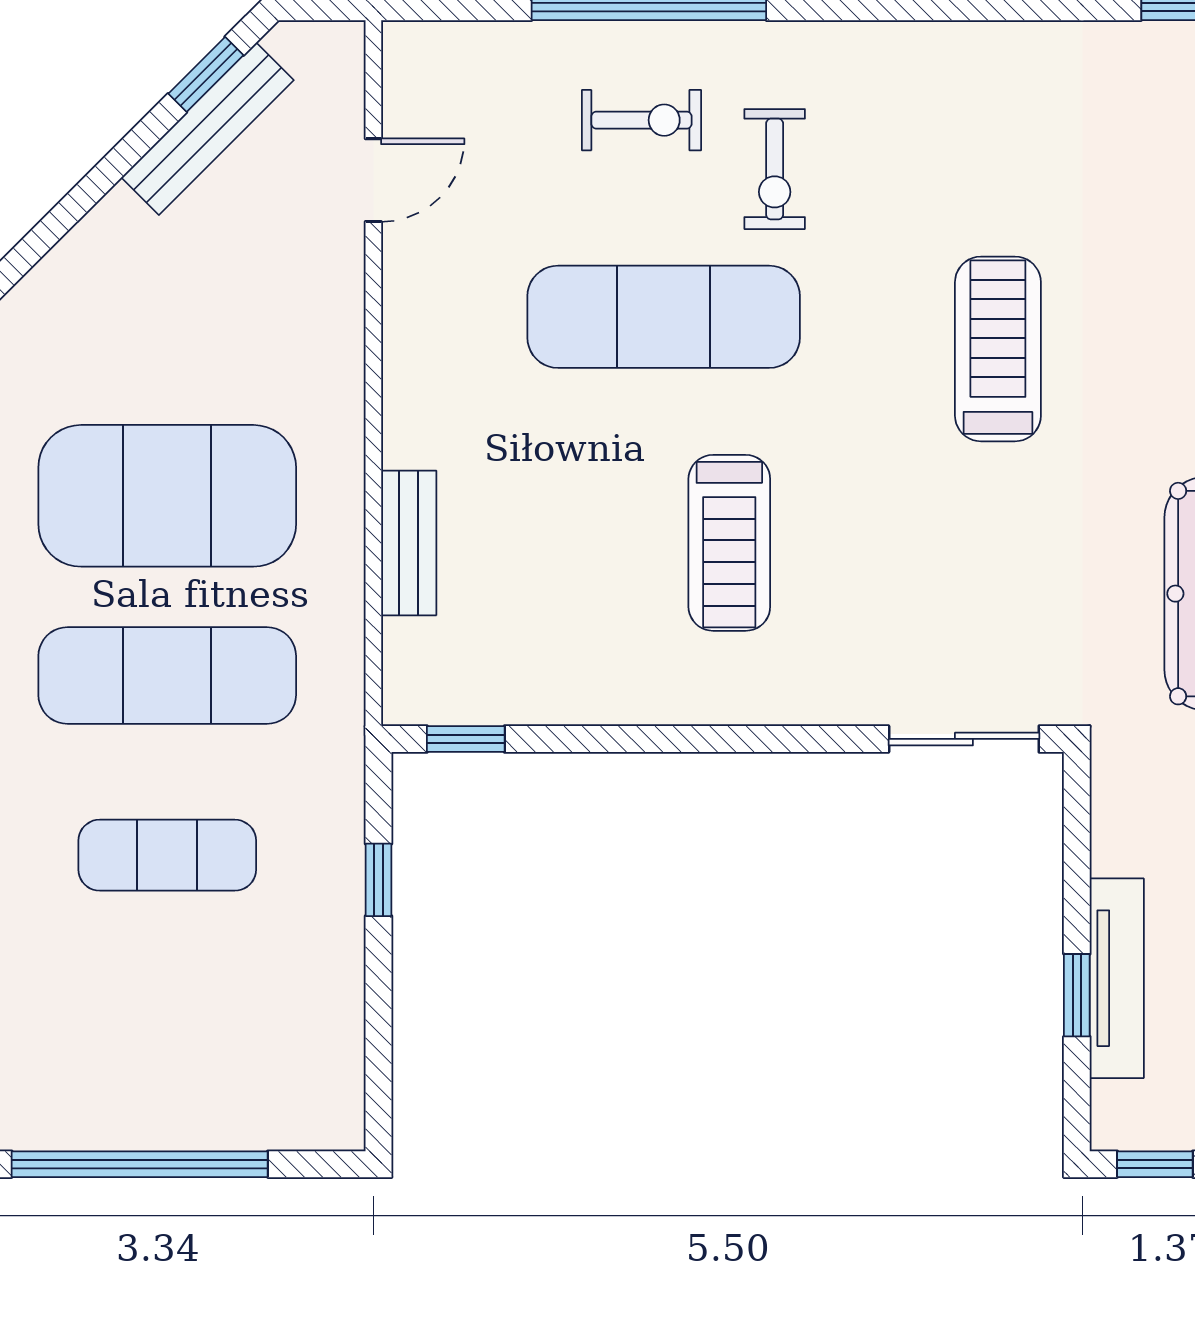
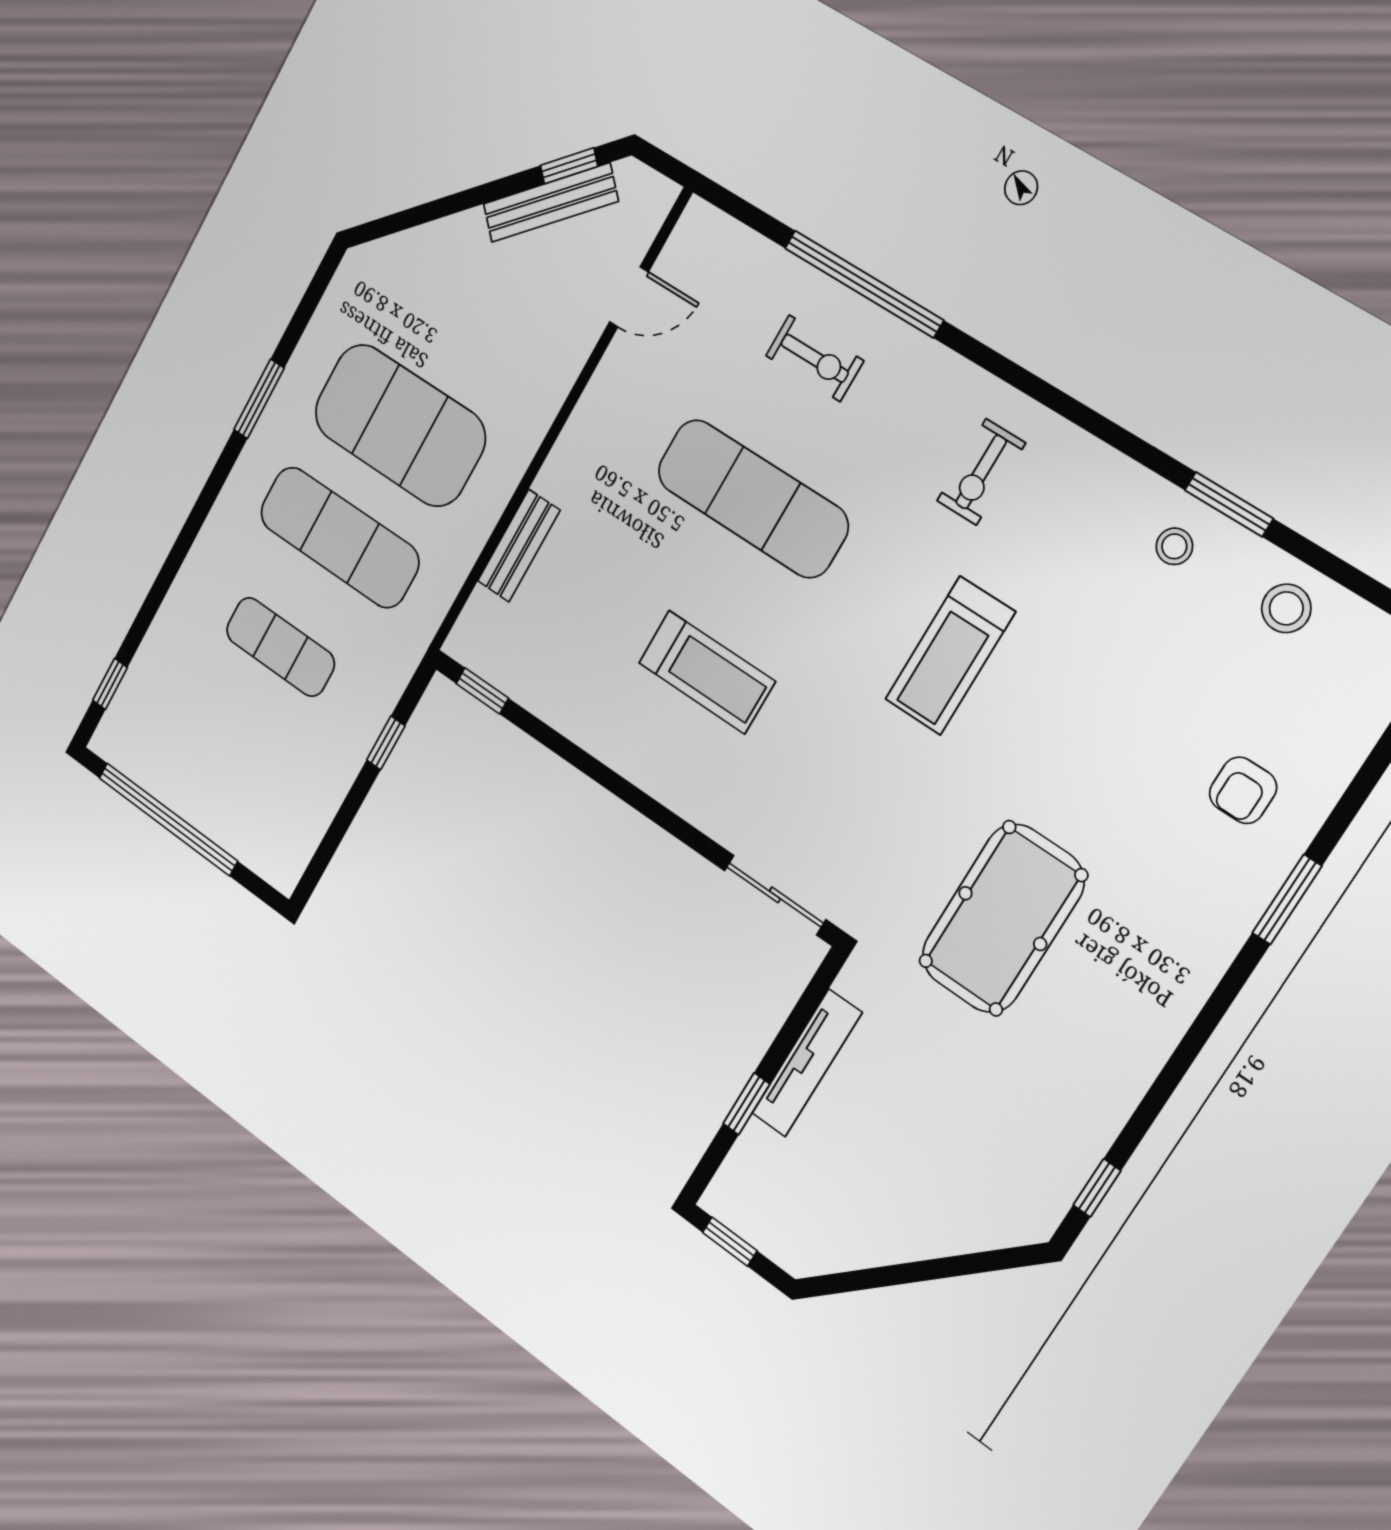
stool: (1167, 85) -> (1174, 546), added
exercise bike: (775, 169) -> (981, 472), moved
treadmill: (998, 349) -> (950, 656), turned 180
treadmill: (729, 543) -> (707, 672), turned -90
tv unit: (1117, 978) -> (807, 1063), moved

